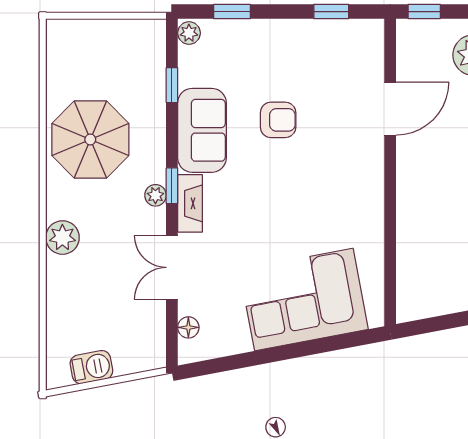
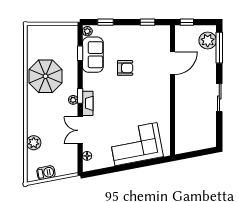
sofa: (202, 130) -> (93, 55), moved
plant: (62, 238) -> (34, 143), moved

